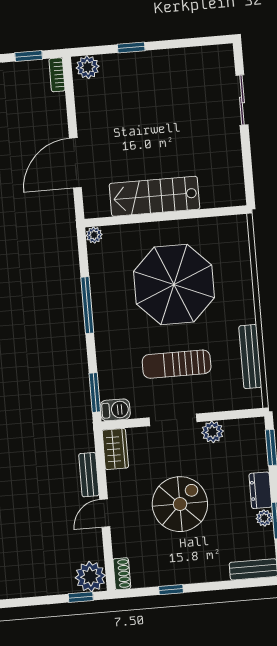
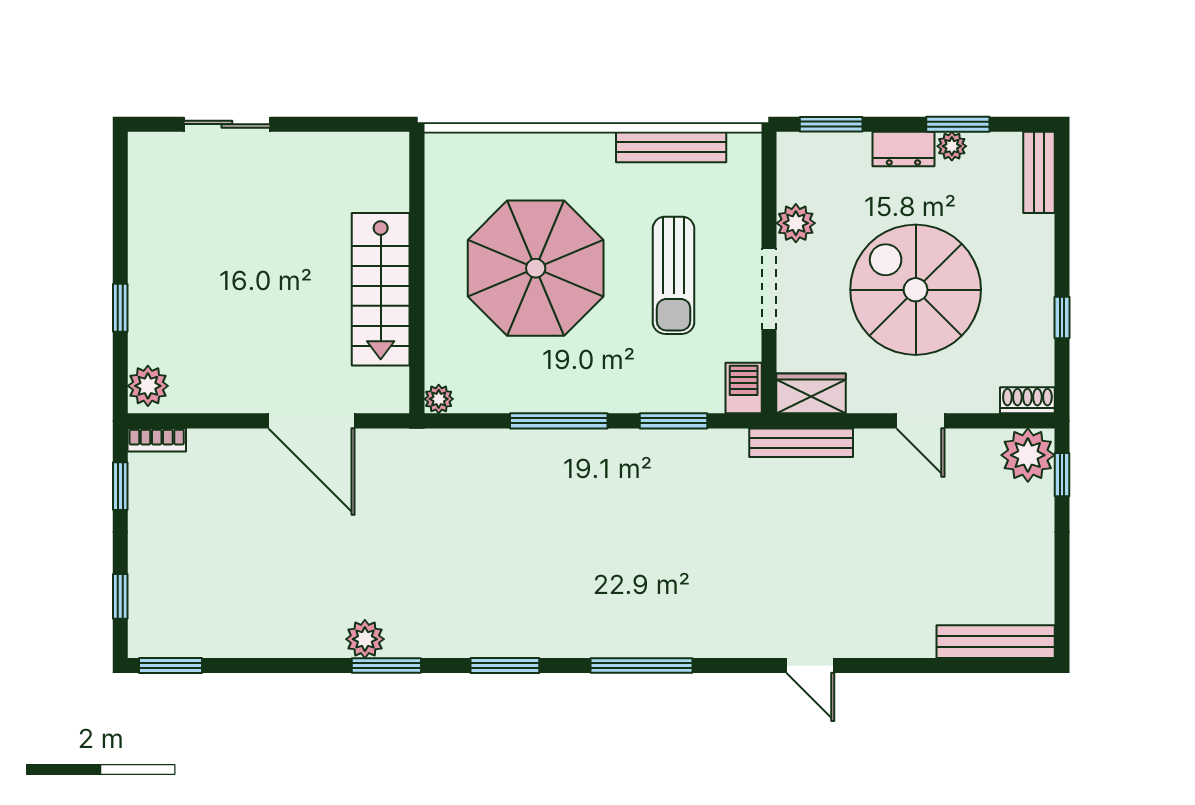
window: (95, 392) -> (673, 421), moved
bench: (89, 475) -> (801, 443), moved, width x1.36
spiral stairs: (180, 504) -> (916, 290), width x1.37, depth x1.37

